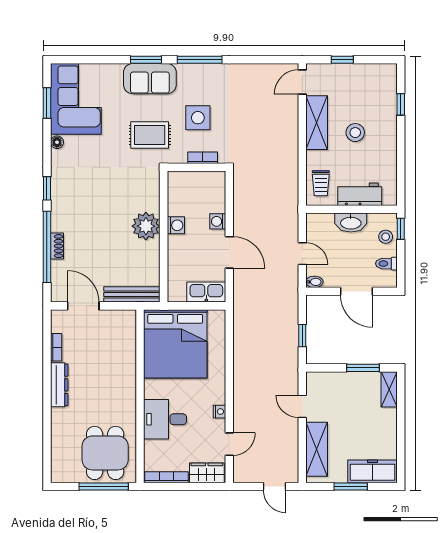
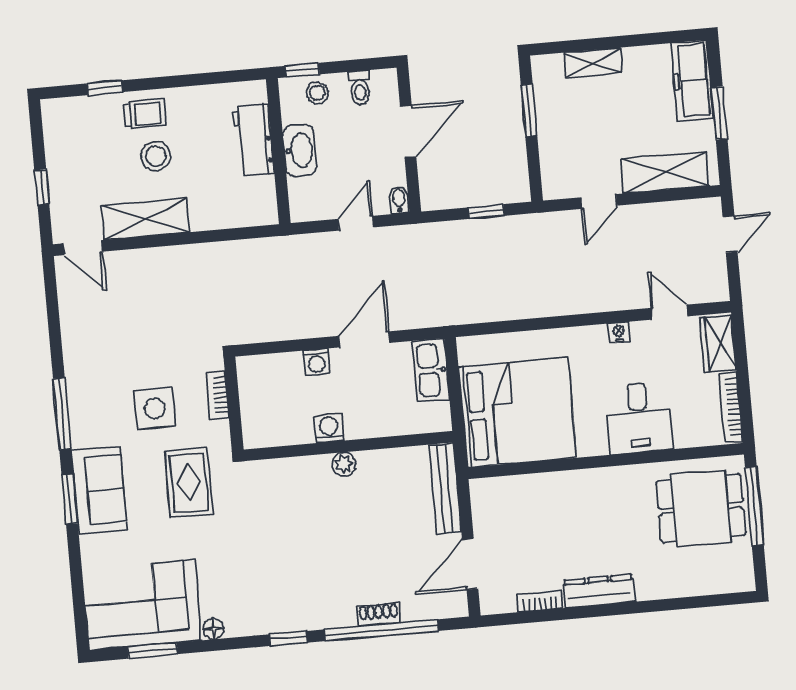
trolley: (321, 183) -> (145, 114), moved
plant: (146, 226) -> (344, 464), width x0.53, depth x0.53
shelving: (389, 389) -> (593, 63), moved

